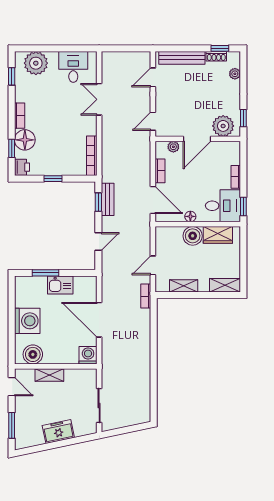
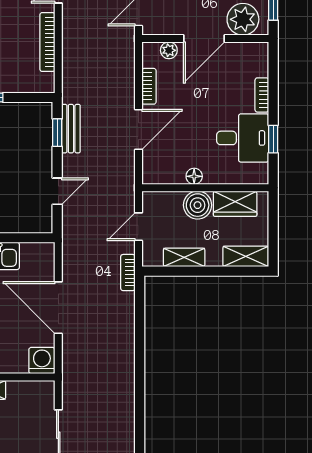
bookcase: (92, 156) -> (47, 42), moved
door: (153, 200) -> (138, 130), hinge flipped
floor lamp: (190, 216) -> (194, 176), moved
wall: (198, 224) -> (205, 188), moved
wardrobe: (218, 235) -> (235, 204), moved
boiler: (193, 236) -> (198, 205), moved

